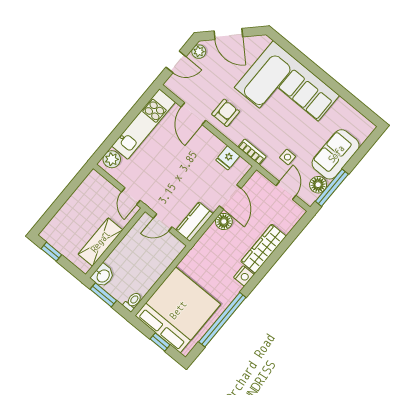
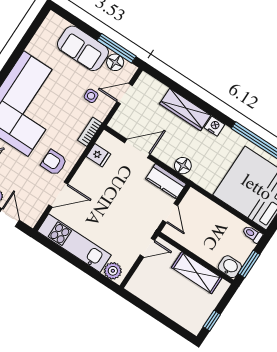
floor lamp: (224, 221) -> (183, 166), moved

